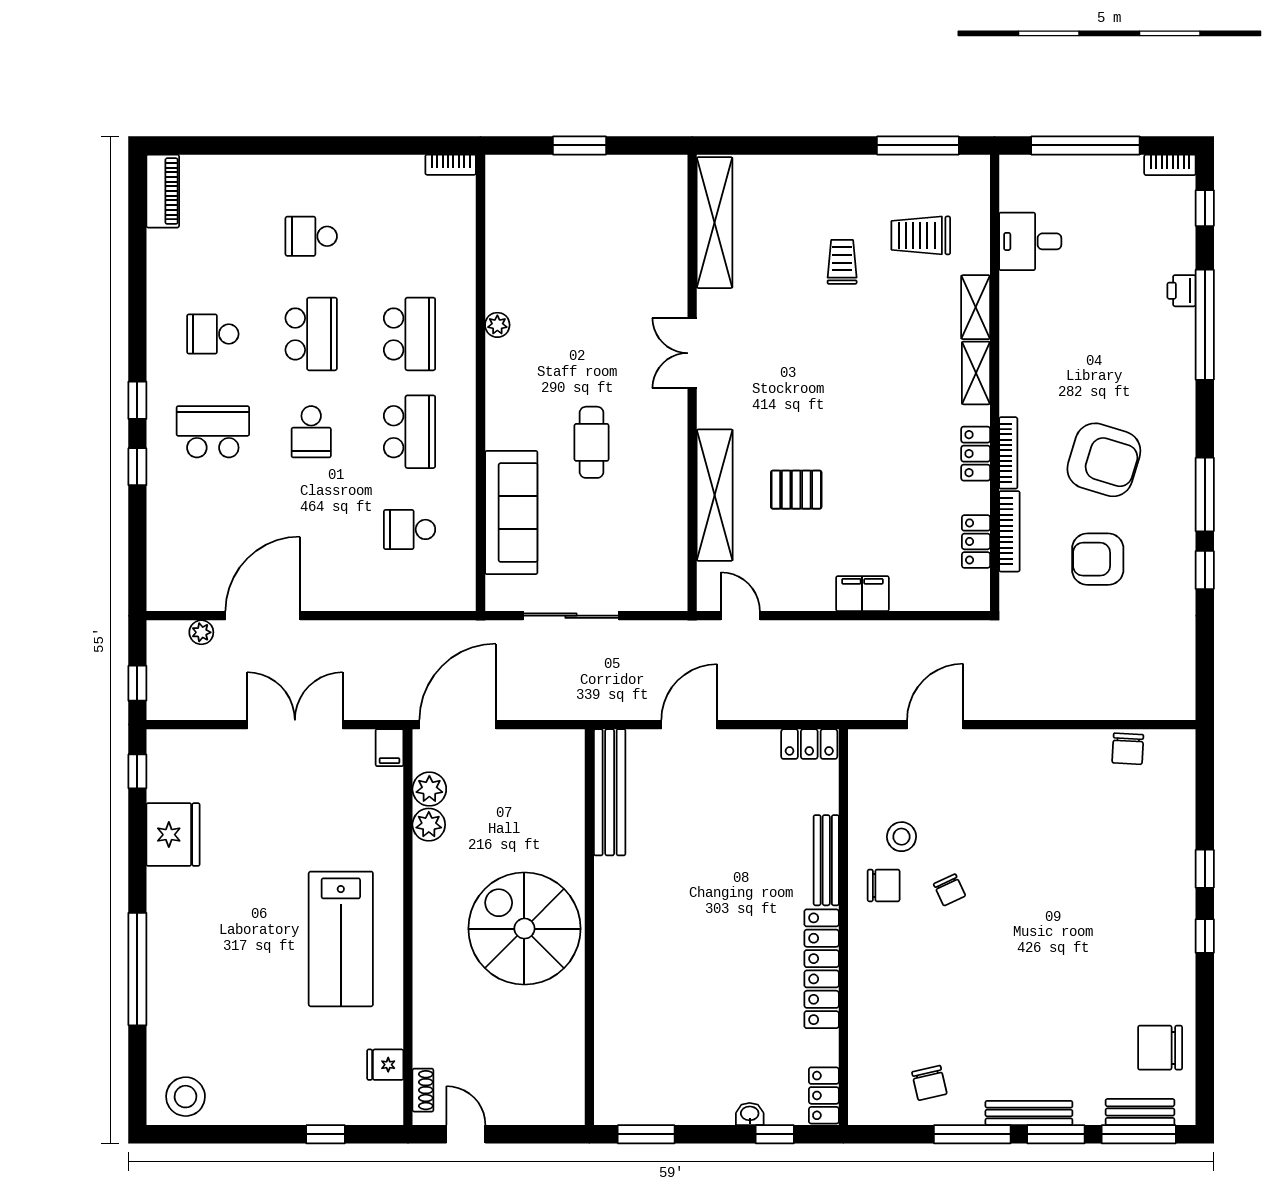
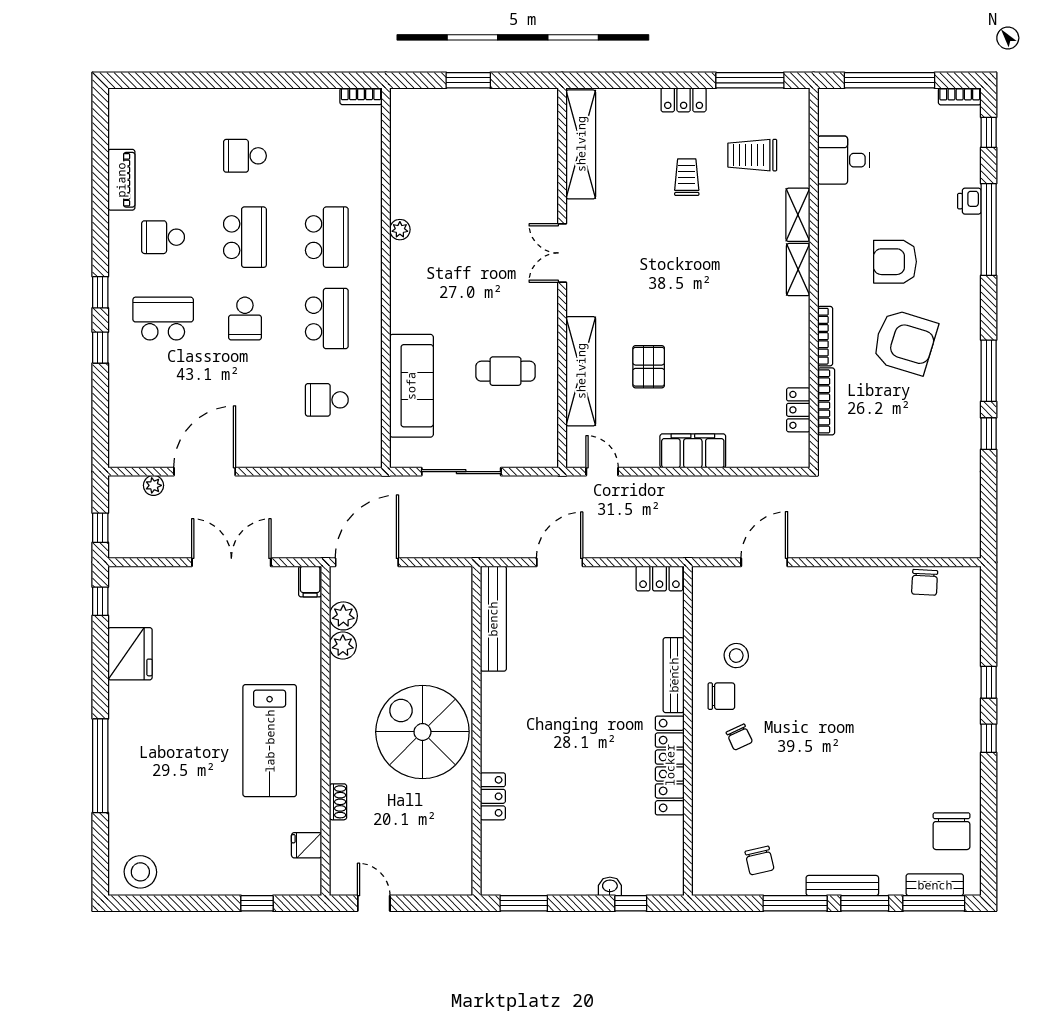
piano: (163, 191) -> (121, 180), moved
cafe table: (592, 442) -> (505, 371), moved, turned 90
locker: (976, 454) -> (684, 100), moved, turned -90
pallet: (796, 490) -> (649, 367), turned 90
armchair: (1098, 559) -> (895, 262), moved
filing cabinet: (862, 594) -> (693, 451), width x1.50, depth x1.17
chair: (950, 890) -> (739, 737), moved
chair: (1160, 1048) -> (952, 831), turned -90
shoe rack: (423, 1090) -> (338, 802), moved
locker: (824, 1095) -> (493, 796), moved, turned 180

